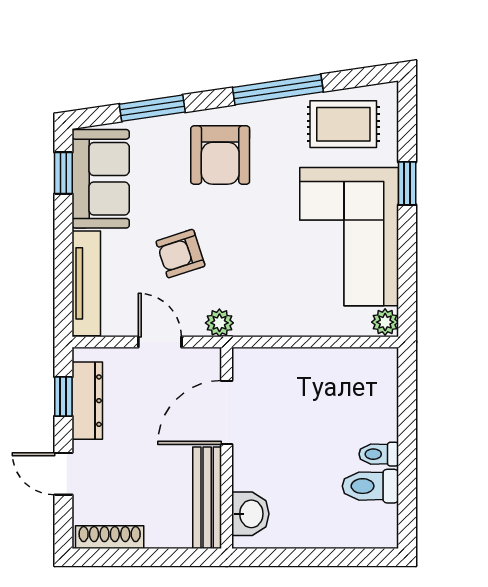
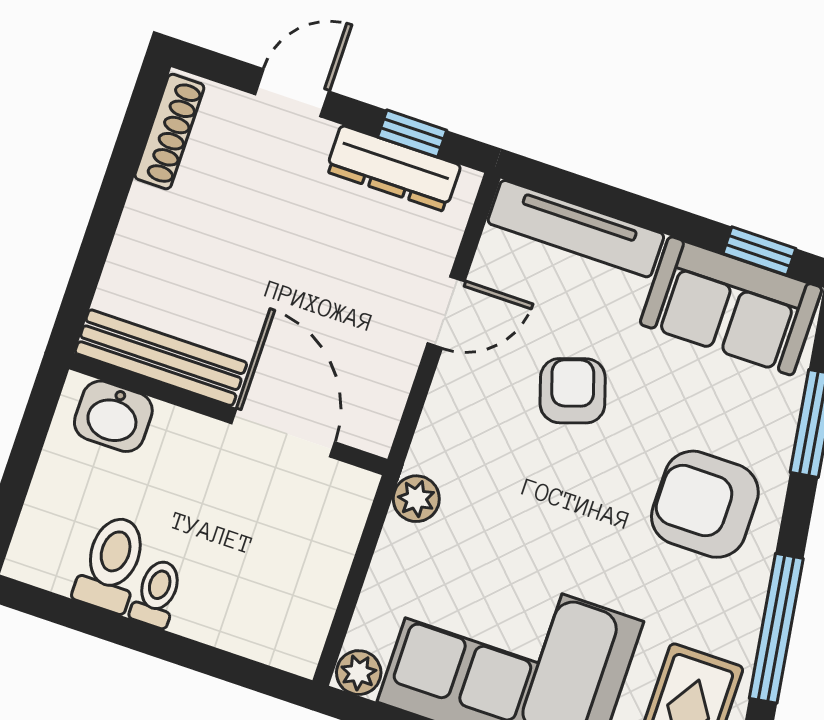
plant: (219, 323) -> (416, 499), moved
door: (227, 412) -> (283, 433), moved
wall: (227, 448) -> (228, 414), moved
bench: (207, 498) -> (161, 358), moved
washbasin: (250, 514) -> (113, 416), moved

